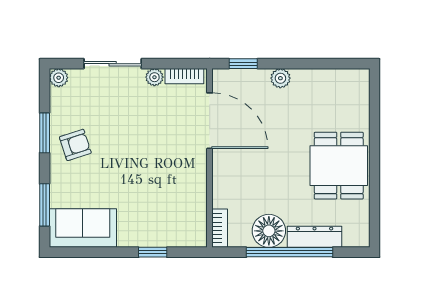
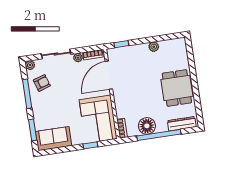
plant: (280, 78) -> (154, 47), moved
door: (210, 121) -> (109, 75), swing flipped
window: (45, 133) -> (27, 94), width x1.44
armchair: (75, 145) -> (42, 83), moved
corner sofa: (176, 204) -> (98, 119), added
dresser: (314, 237) -> (182, 124), moved

